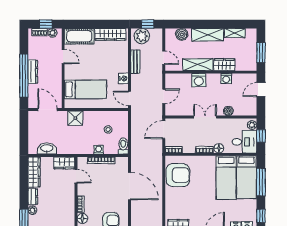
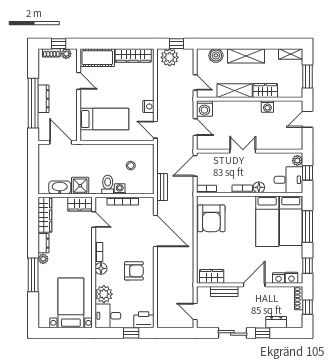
shelving: (235, 33) -> (291, 54), moved
bench: (135, 62) -> (162, 187), moved
washing machine: (199, 80) -> (204, 108), moved
door: (164, 96) -> (195, 127), hinge flipped
boiler: (228, 111) -> (270, 144), removed
shower: (75, 118) -> (80, 186), moved
toilet: (123, 146) -> (108, 185), moved
armchair: (178, 175) -> (211, 218), turned 90

